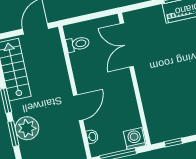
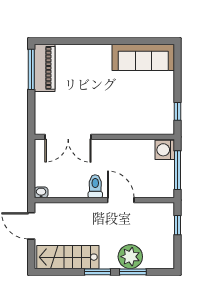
toilet: (78, 44) -> (95, 186), moved
washbasin: (92, 136) -> (41, 192), moved

